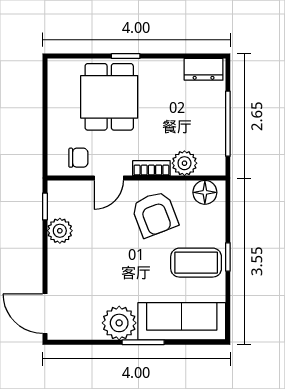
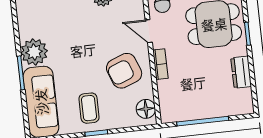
dresser: (204, 69) -> (241, 72), moved
plant: (184, 163) -> (167, 90), removed
coffee table: (196, 263) -> (89, 108), width x0.73, depth x0.77

